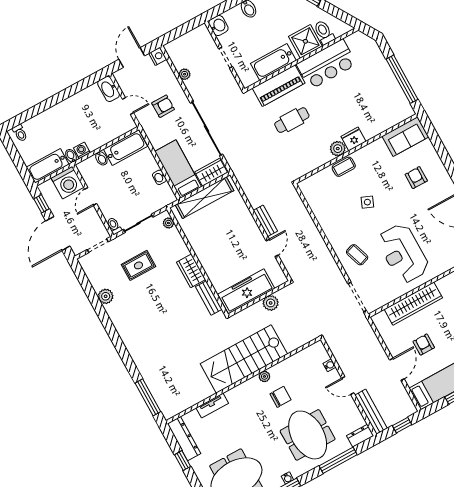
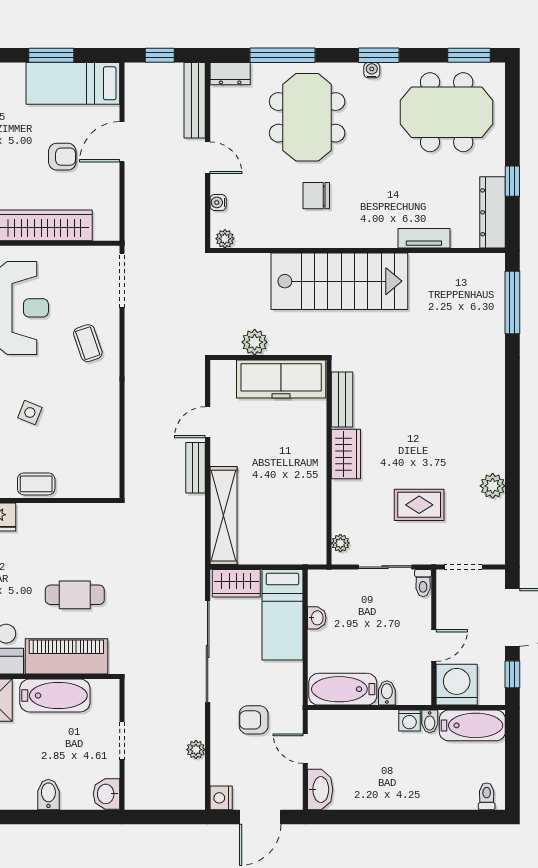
plant: (338, 149) -> (30, 516), removed
shelving: (204, 198) -> (223, 516), moved, turned 90
armchair: (424, 344) -> (62, 157), turned -90
plant: (264, 376) -> (225, 239), moved

